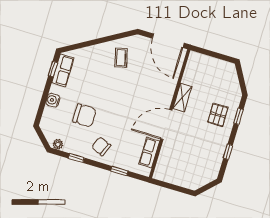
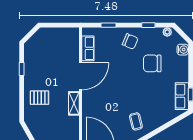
water cooler: (53, 100) -> (183, 50), moved
pallet: (218, 115) -> (39, 98), turned 90
window: (239, 116) -> (22, 102), removed

